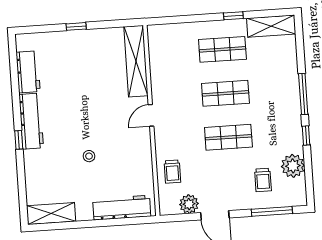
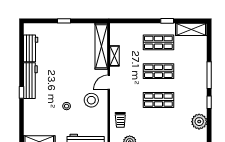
shelving: (157, 75) -> (115, 56), added
stool: (126, 144) -> (91, 100), added
trolley: (263, 180) -> (179, 129), removed

